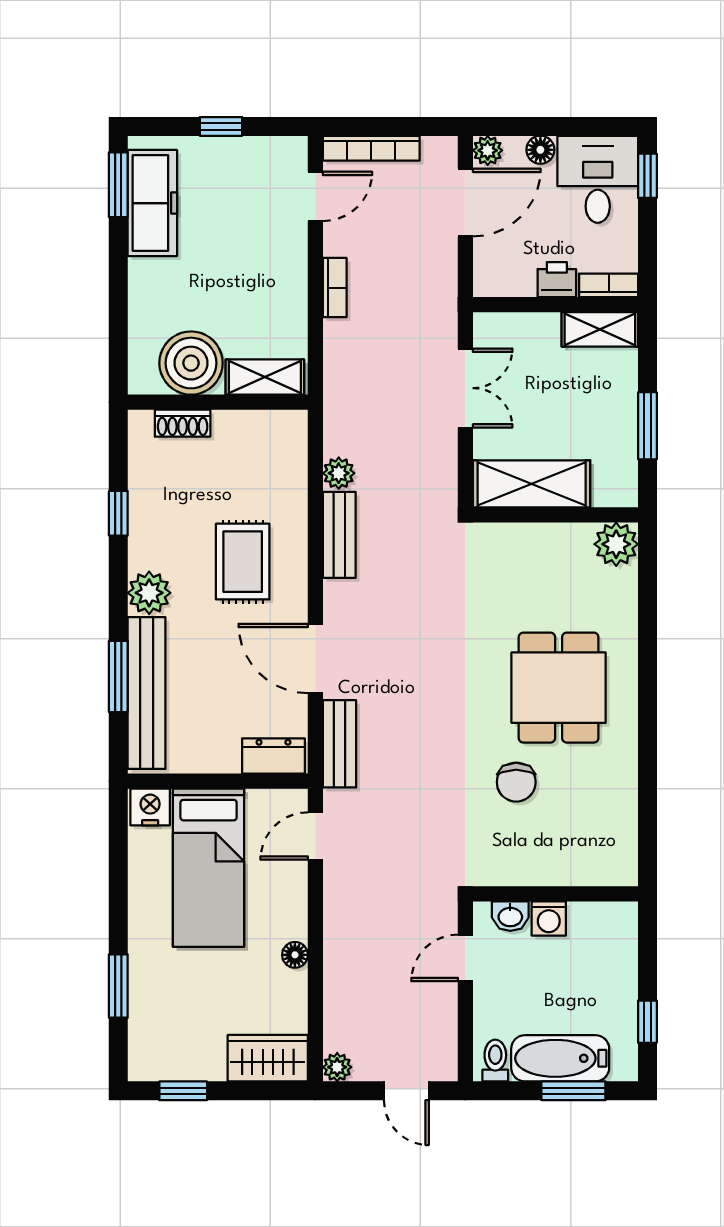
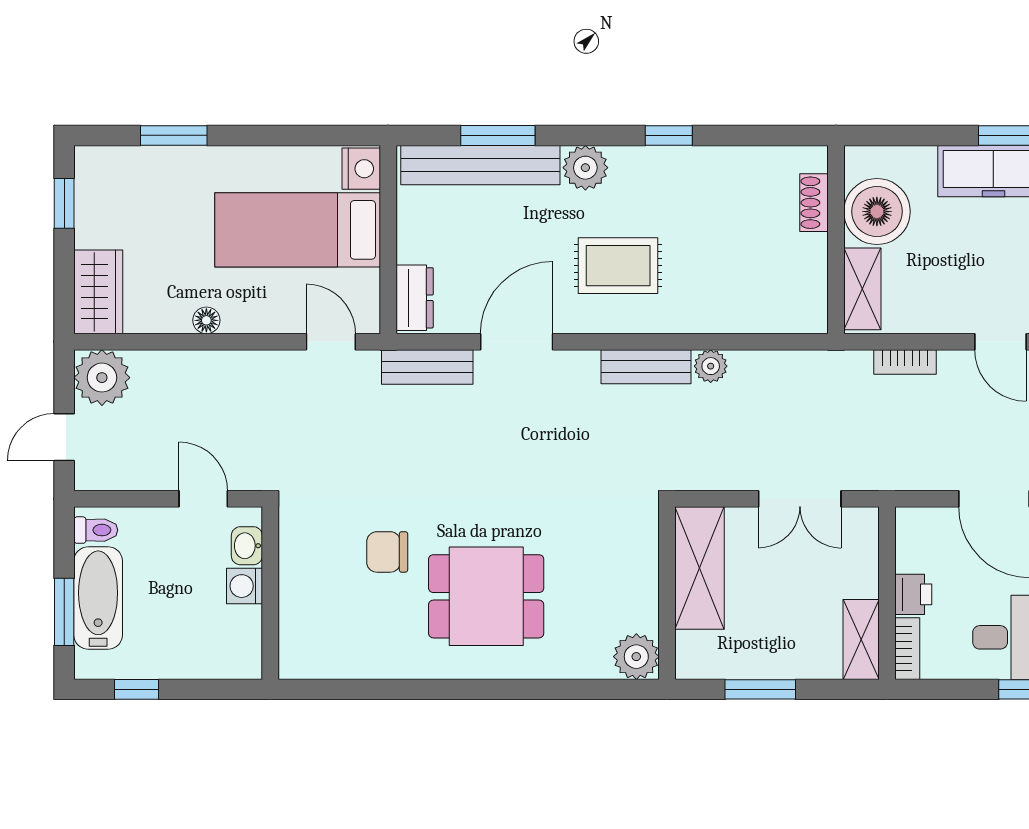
boiler: (191, 363) -> (877, 212), moved
shelving: (265, 377) -> (862, 289), moved
wall: (218, 402) -> (836, 240), moved
shoe rack: (183, 423) -> (814, 203), moved
plant: (337, 1067) -> (102, 378), width x1.87, depth x1.87

